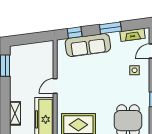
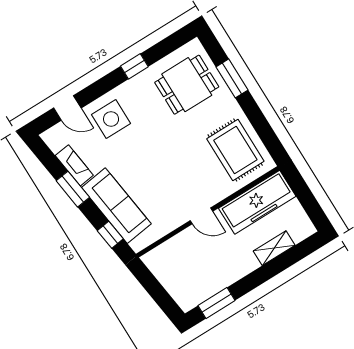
fireplace: (133, 35) -> (74, 165), moved
side table: (135, 70) -> (111, 119), width x1.87, depth x1.87

